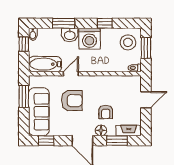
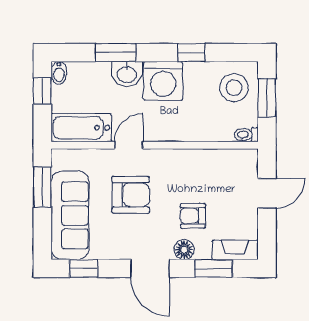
armchair: (106, 112) -> (193, 216), turned 90

